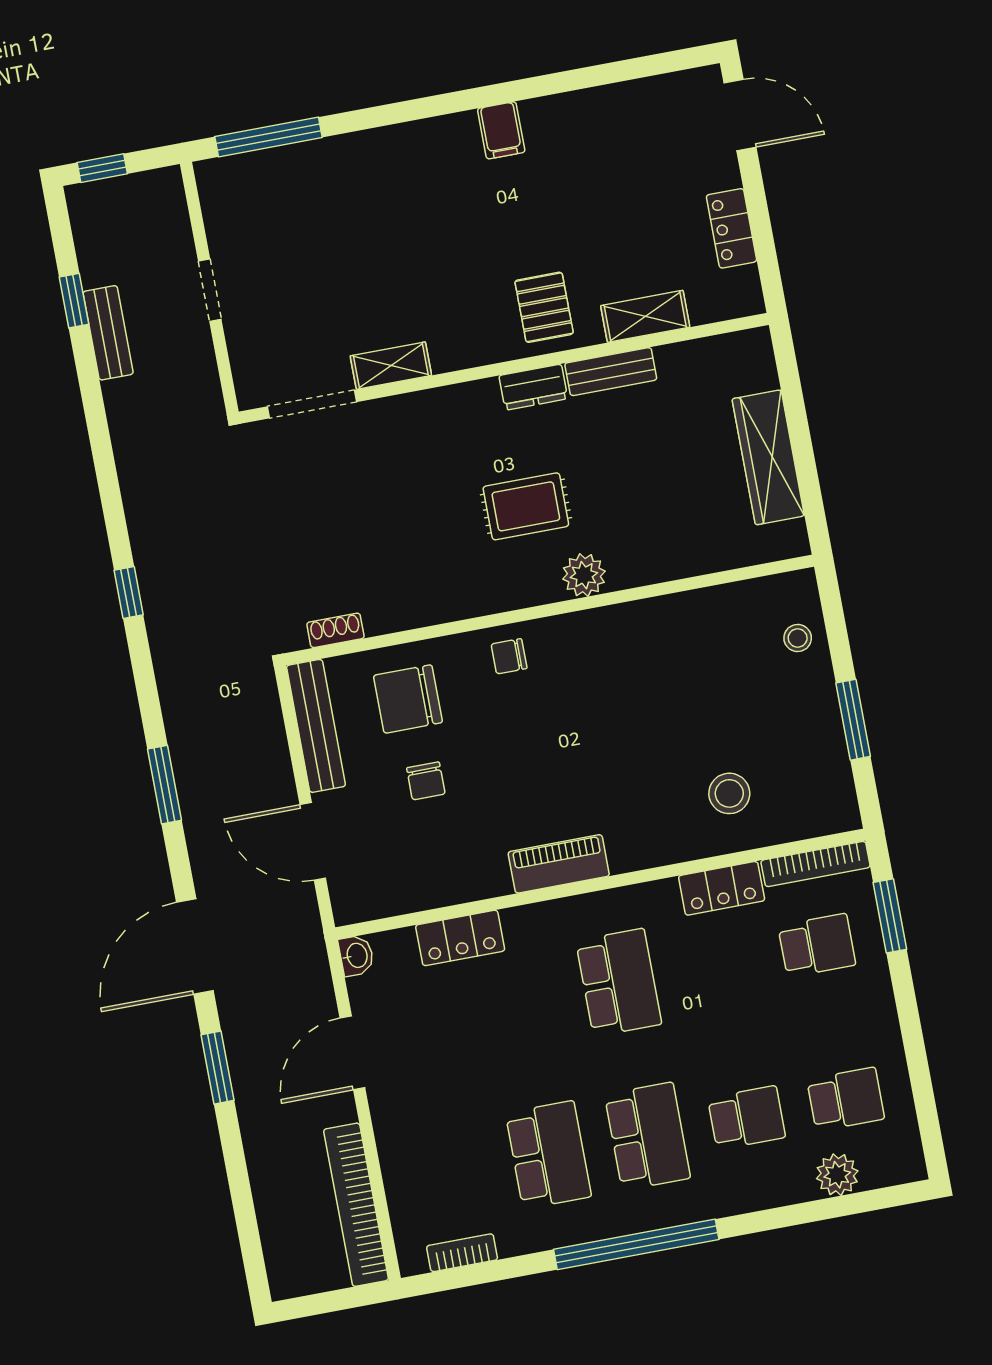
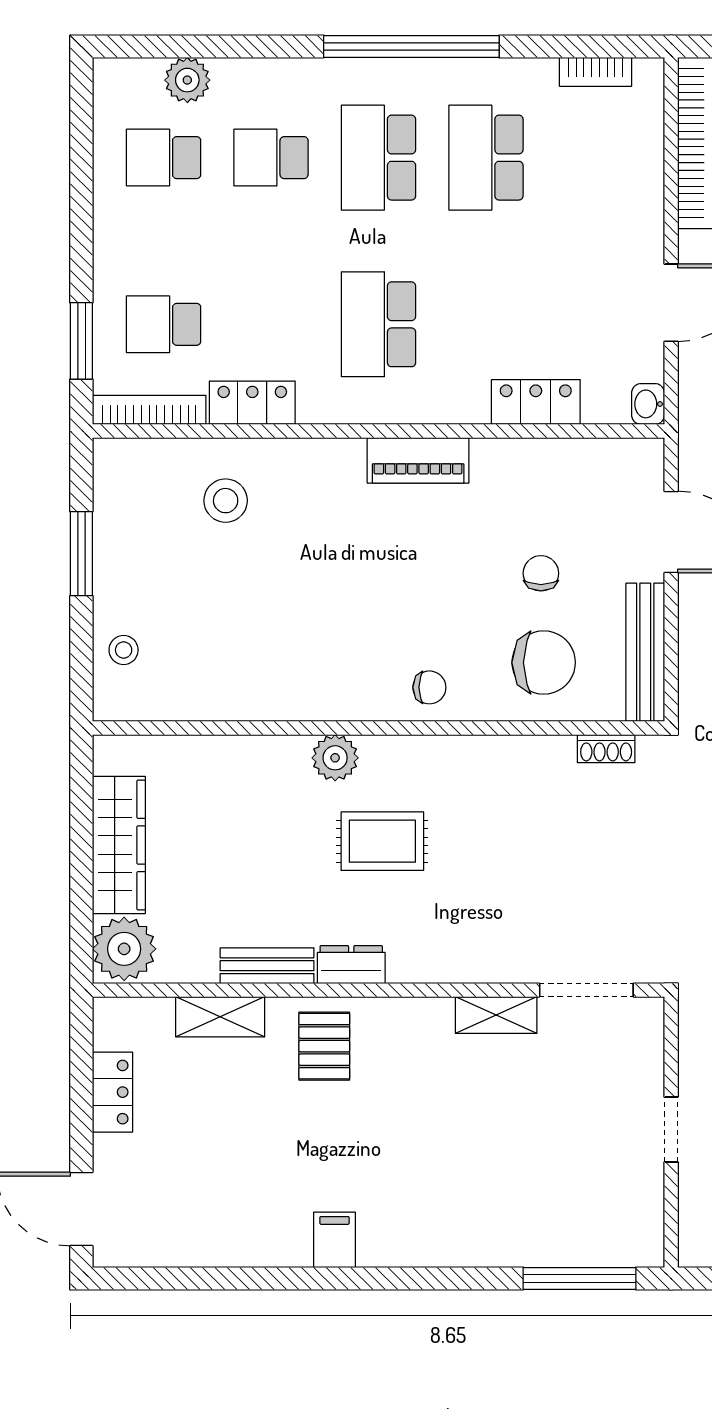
plant: (745, 362) -> (124, 949), added

